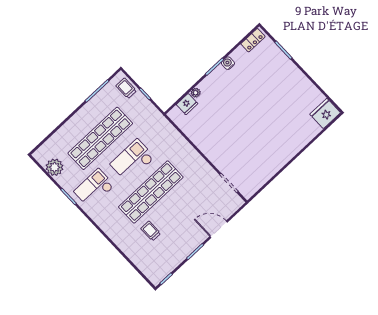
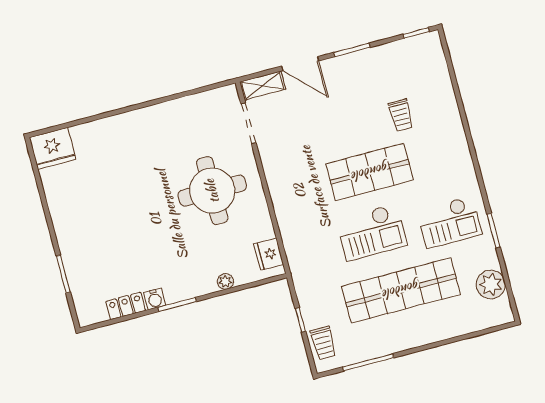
locker: (253, 40) -> (126, 306), moved
fridge: (187, 104) -> (269, 254), moved, turned -90
round table: (229, 137) -> (212, 191), added
shop shelf: (151, 192) -> (370, 172), width x0.71
shelving: (232, 207) -> (263, 85), added

